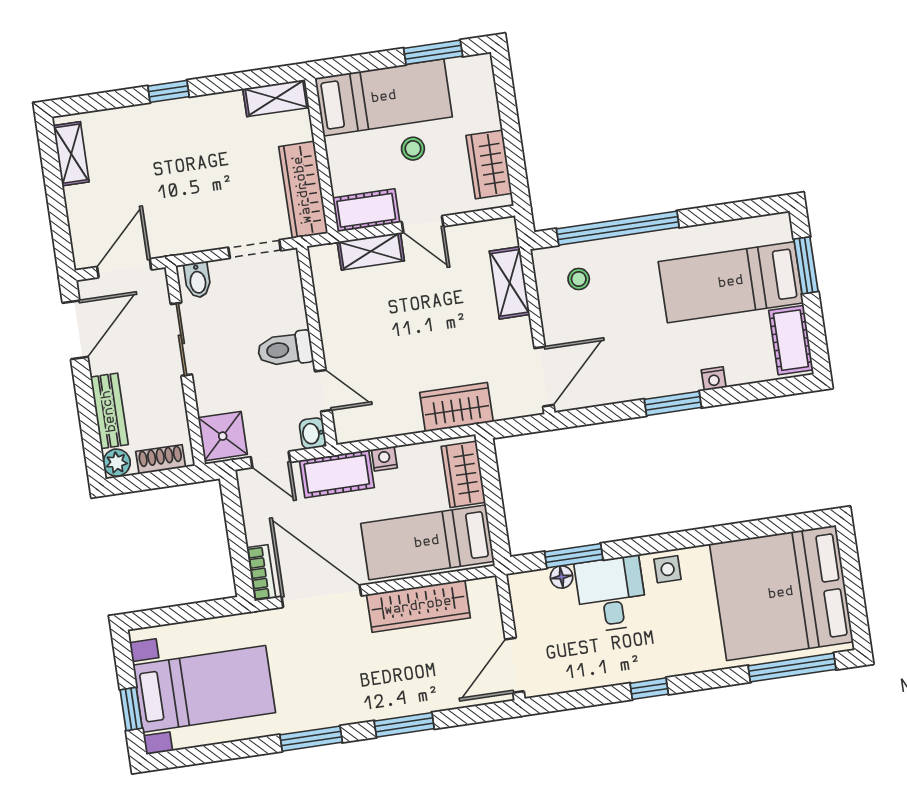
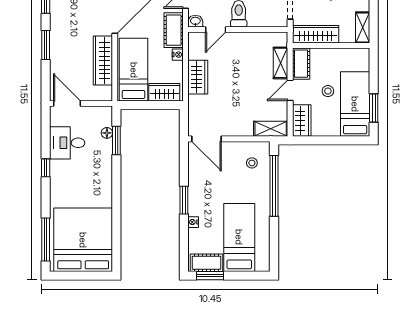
bed: (384, 97) -> (355, 104), moved, turned 180
wardrobe: (489, 164) -> (302, 121), moved, turned 90
window: (806, 265) -> (210, 276), moved
shelving: (510, 283) -> (271, 129), moved
wardrobe: (456, 407) -> (198, 77), moved
side table: (668, 569) -> (103, 186), removed
desk: (611, 594) -> (67, 143), moved, turned 180

